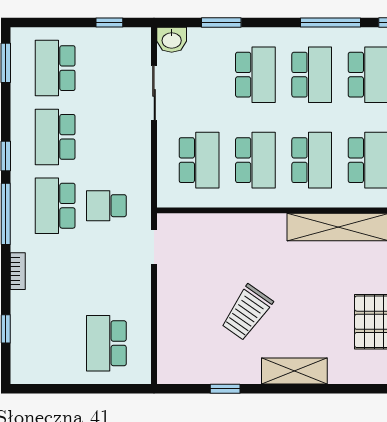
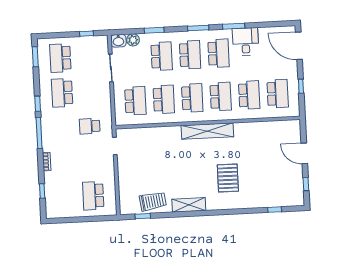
window: (221, 23) -> (154, 30), moved
window: (330, 23) -> (198, 28), width x0.69
plant: (201, 40) -> (133, 40), added
school desk: (55, 206) -> (64, 128), removed
trolley: (247, 312) -> (153, 201), moved, turned -133
window: (225, 389) -> (143, 216), moved

